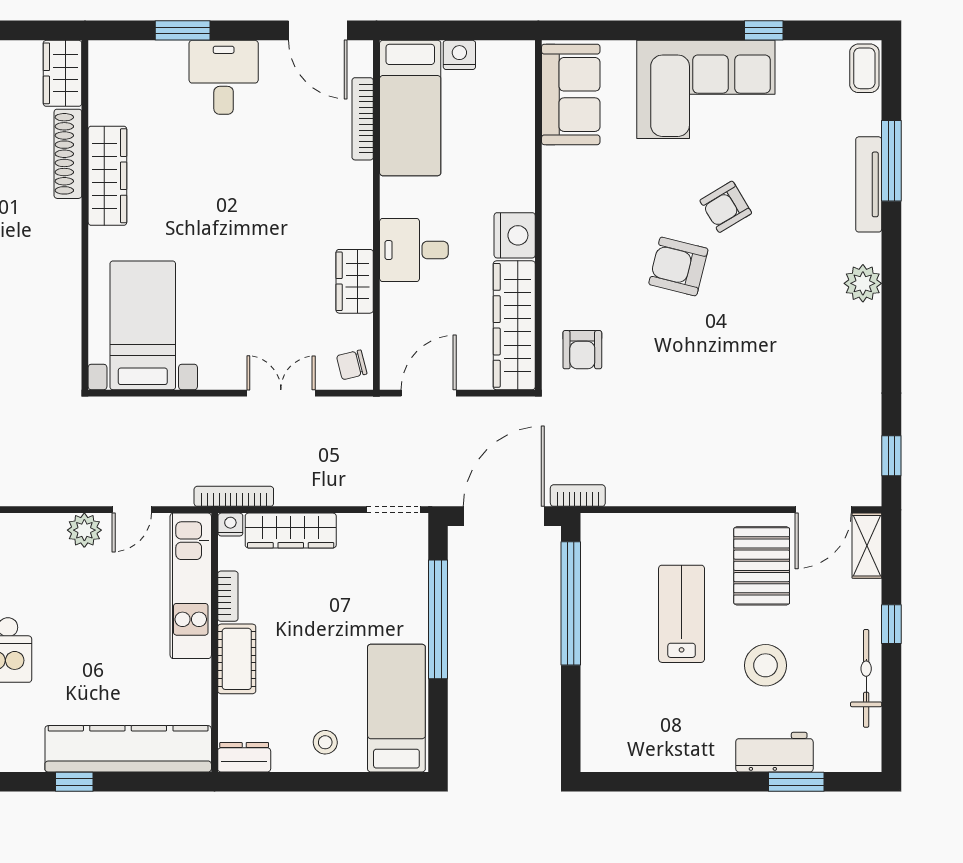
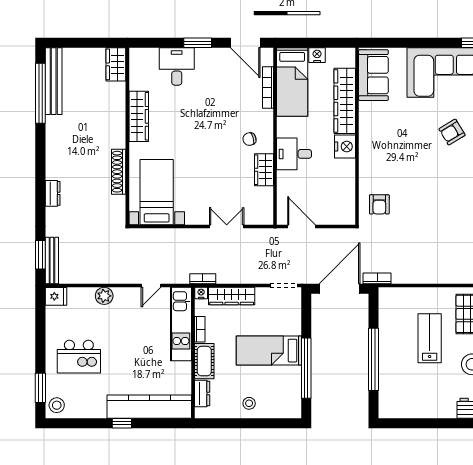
window: (183, 30) -> (198, 43), moved
desk: (224, 77) -> (177, 66), moved
shoe rack: (68, 154) -> (119, 172), moved
armchair: (678, 266) -> (428, 162), removed
wardrobe: (514, 325) -> (345, 101), moved
chair: (352, 365) -> (249, 139), moved
door: (429, 393) -> (301, 226), hinge flipped
bookcase: (234, 496) -> (203, 279), width x0.64
plant: (84, 530) -> (104, 296), moved
window: (571, 603) -> (373, 359), moved
window: (438, 619) -> (306, 368), moved
bed: (396, 708) -> (269, 351), moved, turned -90
dresser: (244, 757) -> (202, 393), moved, turned 90

